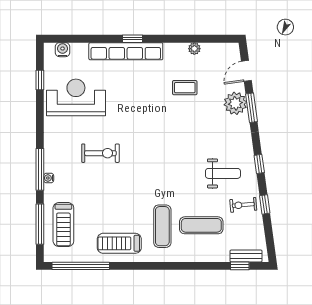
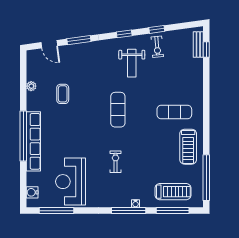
window: (133, 39) -> (23, 136), width x3.17
window: (40, 80) -> (56, 211), width x2.17
plant: (235, 103) -> (75, 53), removed
exercise bike: (100, 153) -> (115, 162), width x0.73, depth x0.72
weight bench: (223, 173) -> (132, 63), turned 180
exercise mat: (201, 225) -> (118, 110), moved

